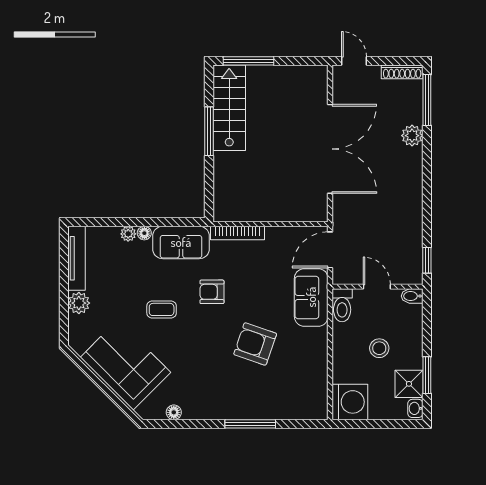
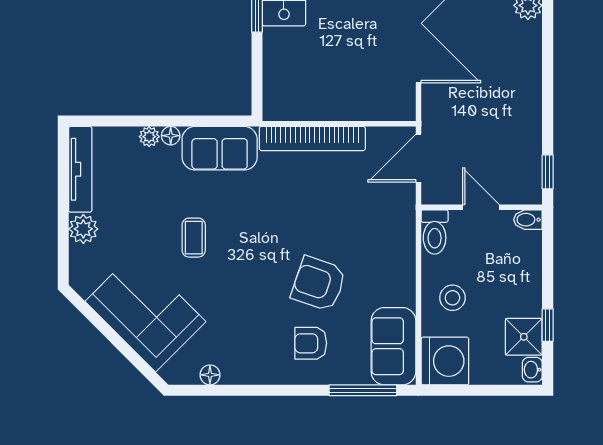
bookcase: (238, 233) -> (312, 139), width x1.48, depth x1.31
armchair: (212, 292) -> (311, 343), moved
sofa: (311, 297) -> (393, 346), moved
coffee table: (162, 309) -> (194, 238), turned 90
stool: (379, 348) -> (452, 298), moved
window: (427, 375) -> (548, 325), width x0.67
window: (250, 424) -> (363, 390), moved

